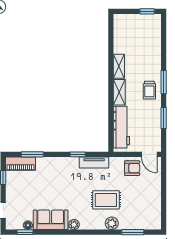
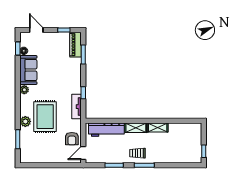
rug: (106, 200) -> (45, 117), width x1.36, depth x1.43

